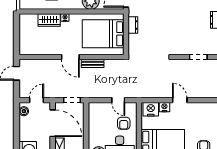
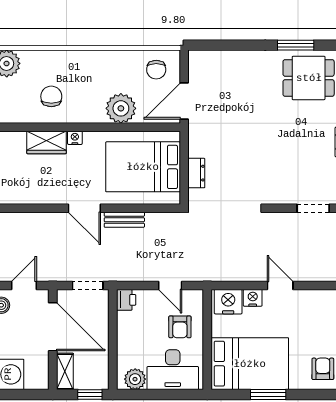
dresser: (133, 25) -> (196, 173), moved
printer: (94, 108) -> (126, 300), added

